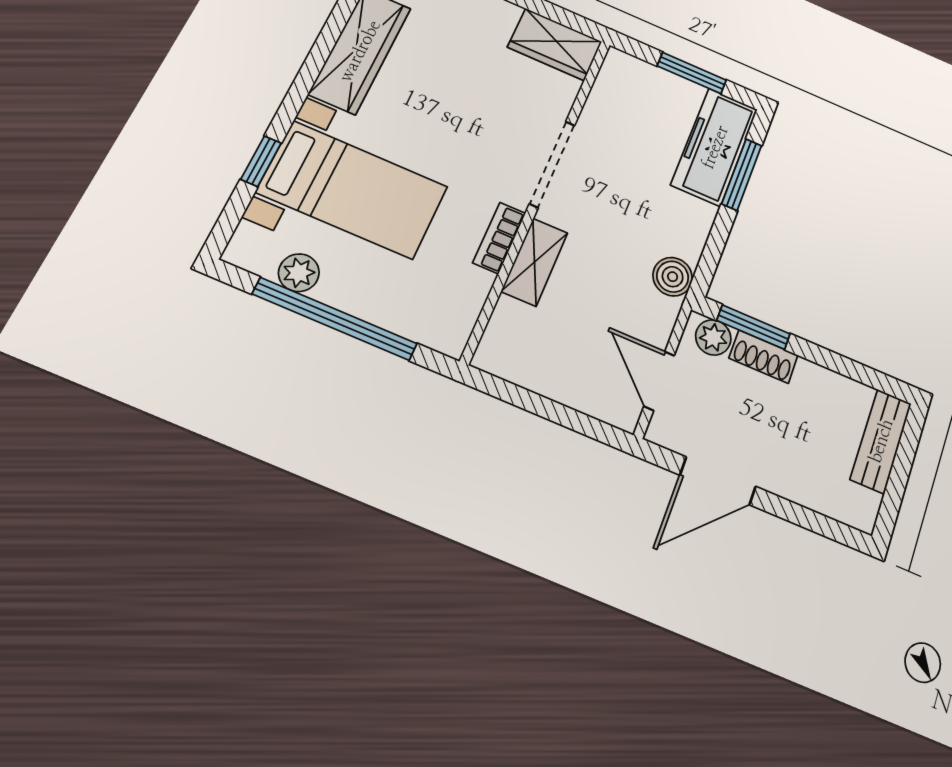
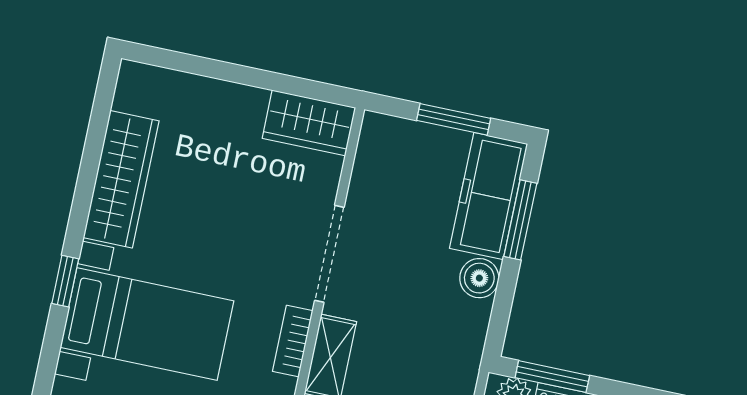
window: (261, 161) -> (65, 281), moved
boiler: (673, 277) -> (479, 278), moved

